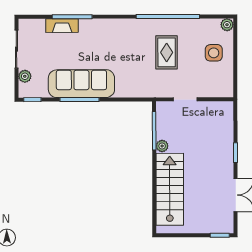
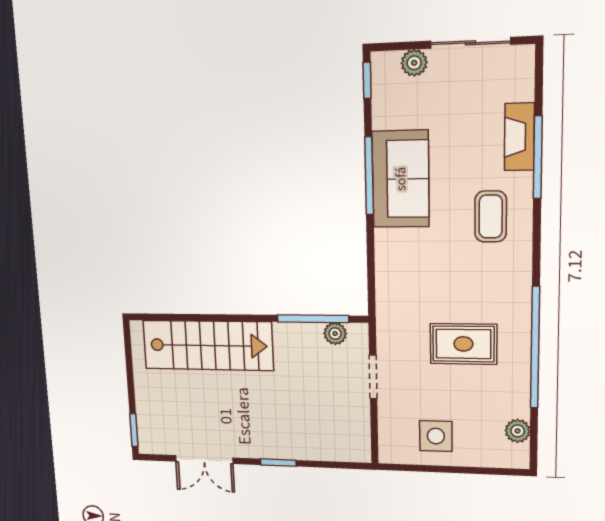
plant: (227, 25) -> (518, 431), moved
coffee table: (101, 39) -> (491, 216), added
side table: (214, 53) -> (436, 436), moved
sofa: (81, 84) -> (401, 179), width x0.73
plant: (162, 146) -> (335, 334), moved

